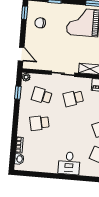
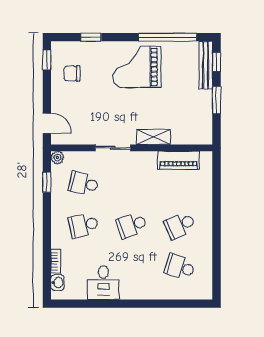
school desk: (73, 98) -> (132, 225), moved
desk: (69, 163) -> (103, 283), moved

